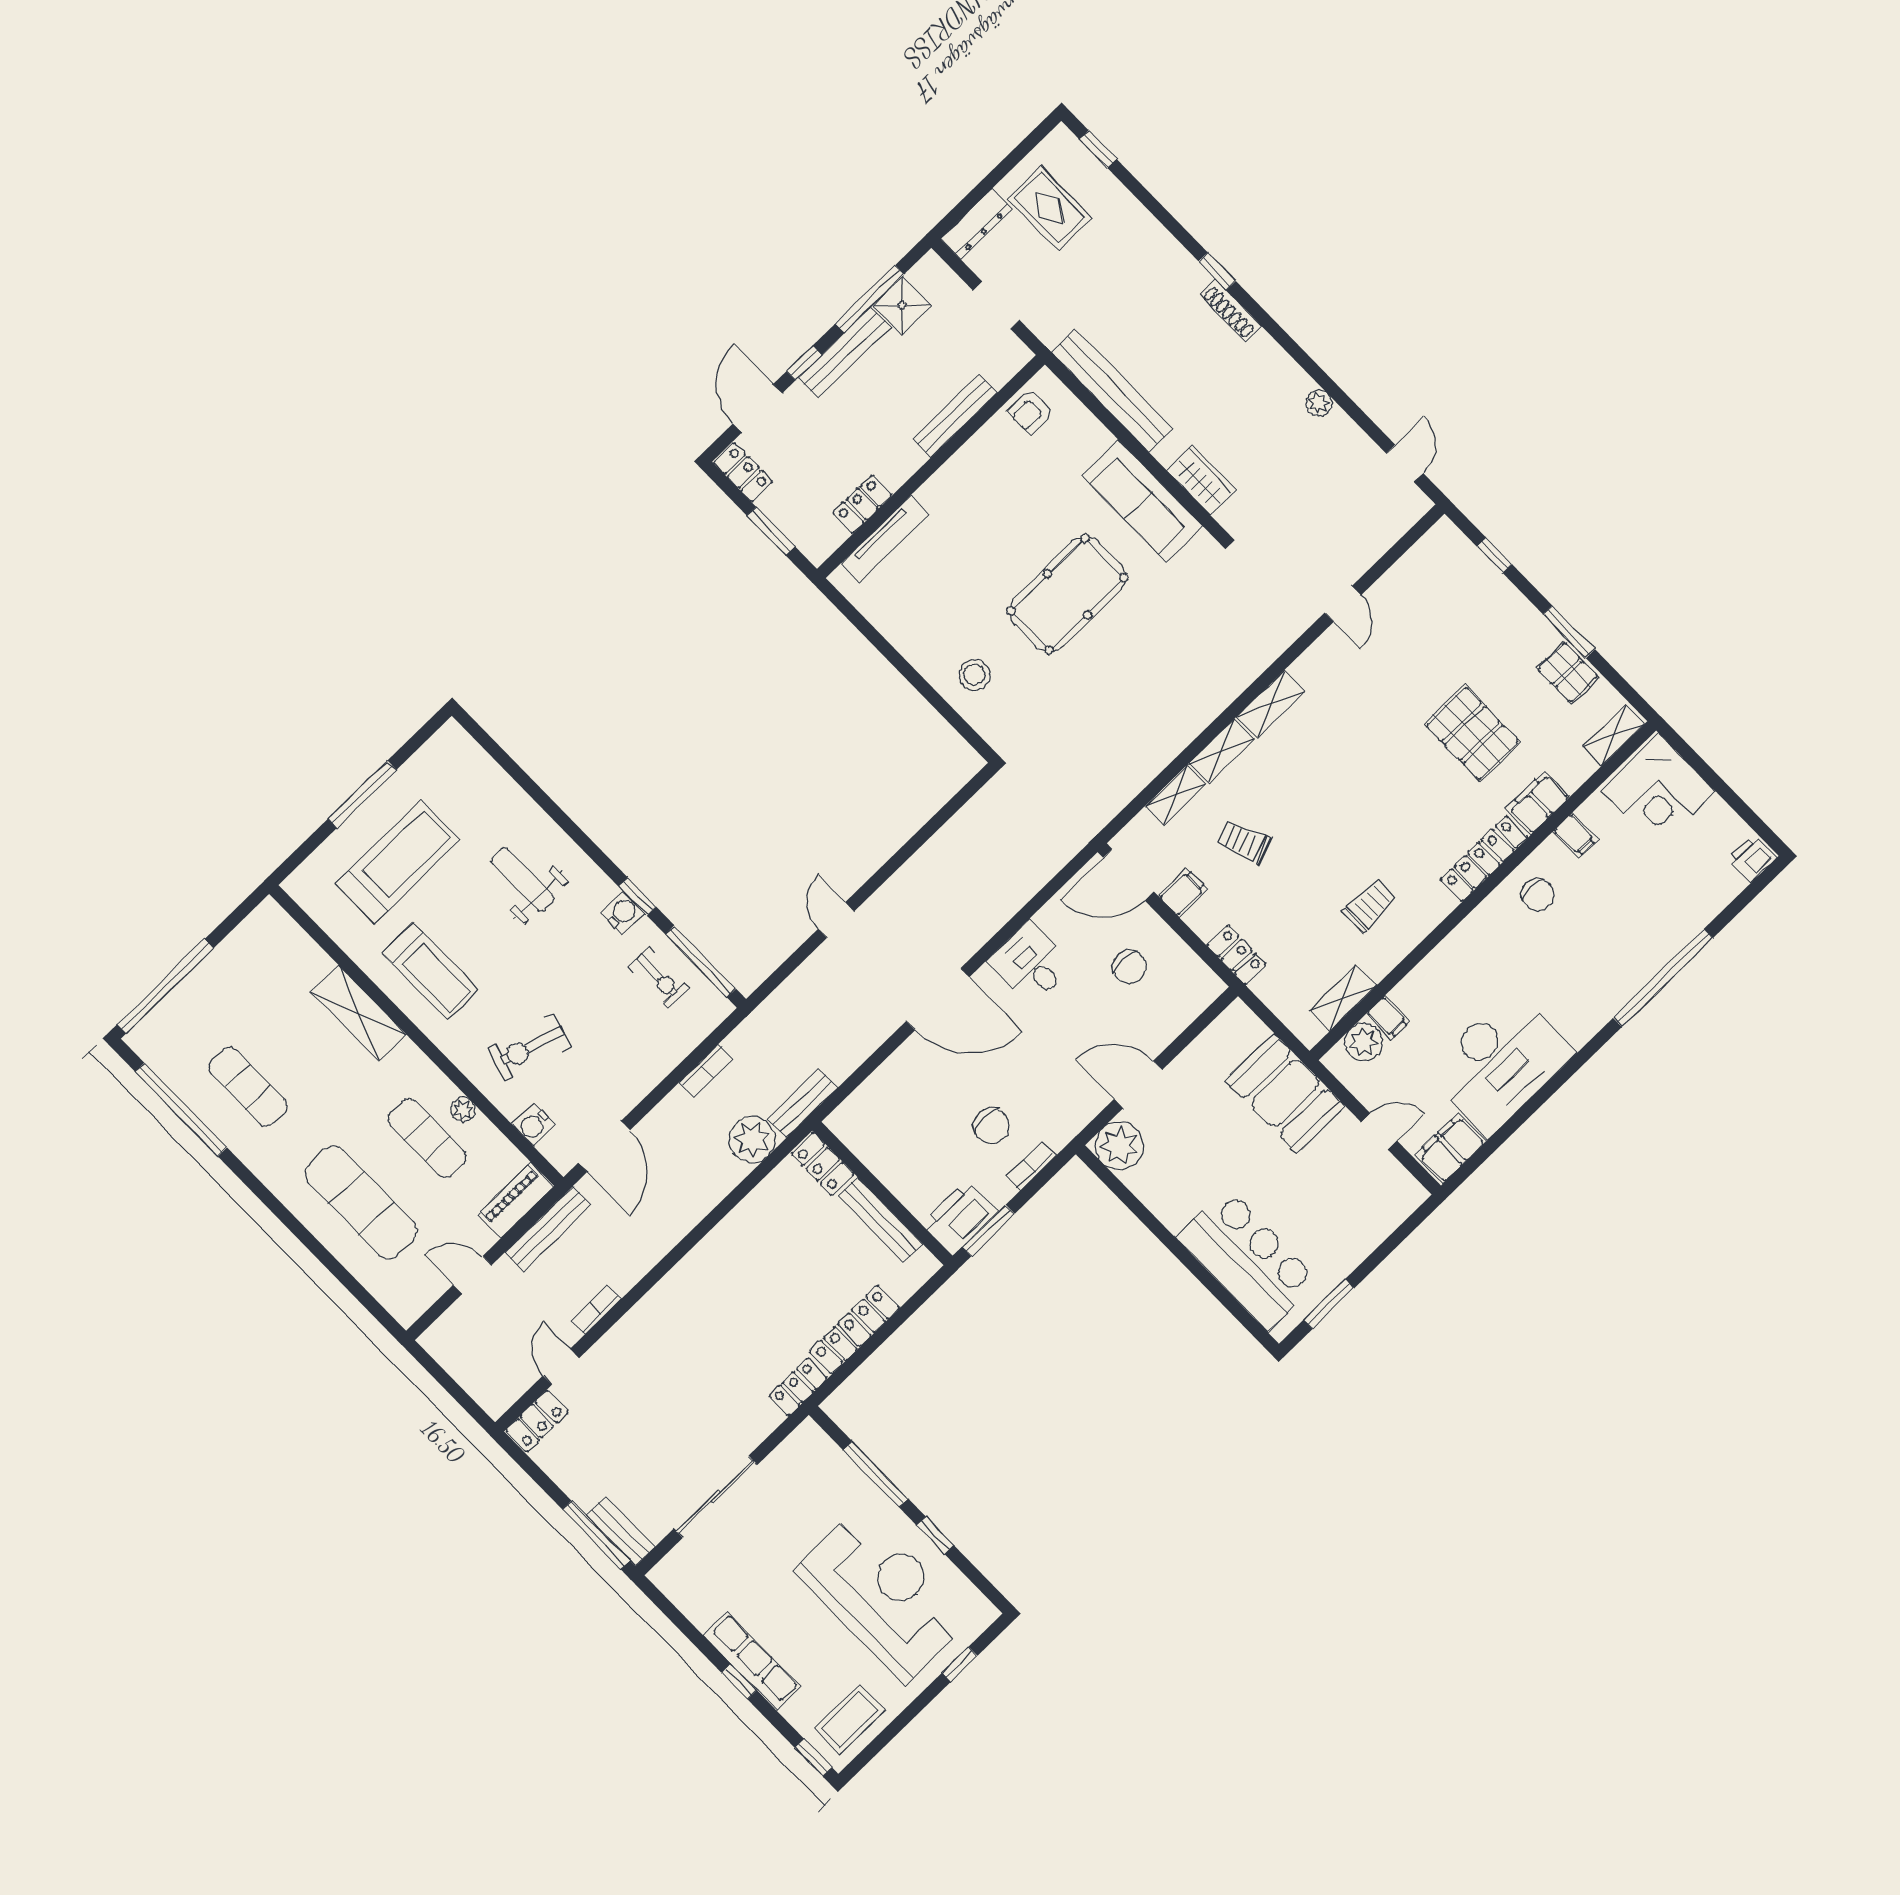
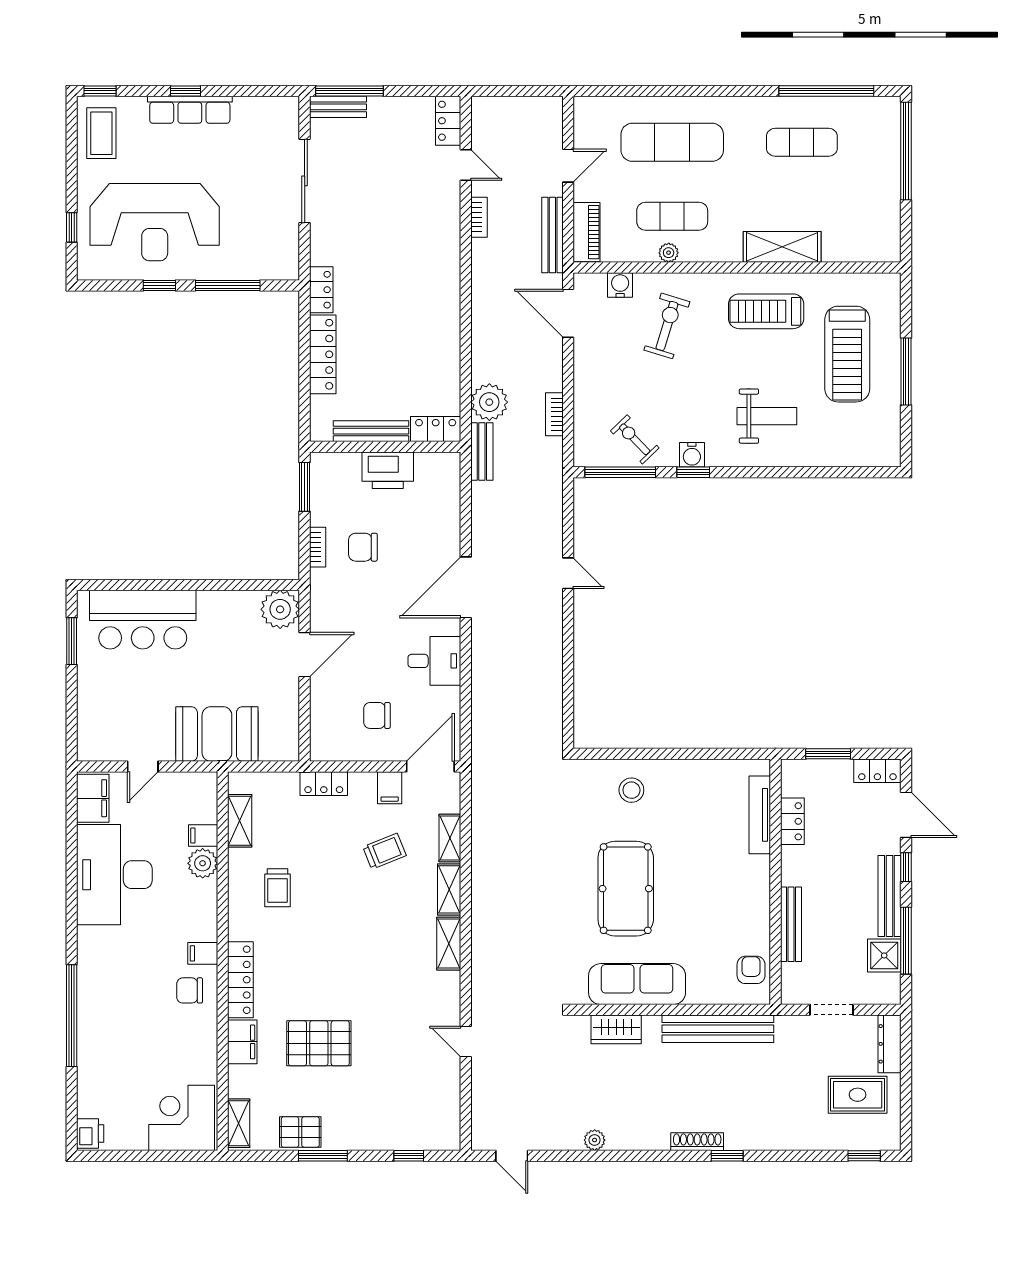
filing cabinet: (1575, 835) -> (203, 953), moved
exercise bike: (659, 977) -> (635, 439), turned 46
plant: (1363, 1042) -> (203, 863), moved
printer: (960, 1218) -> (388, 470), moved, turned 90

